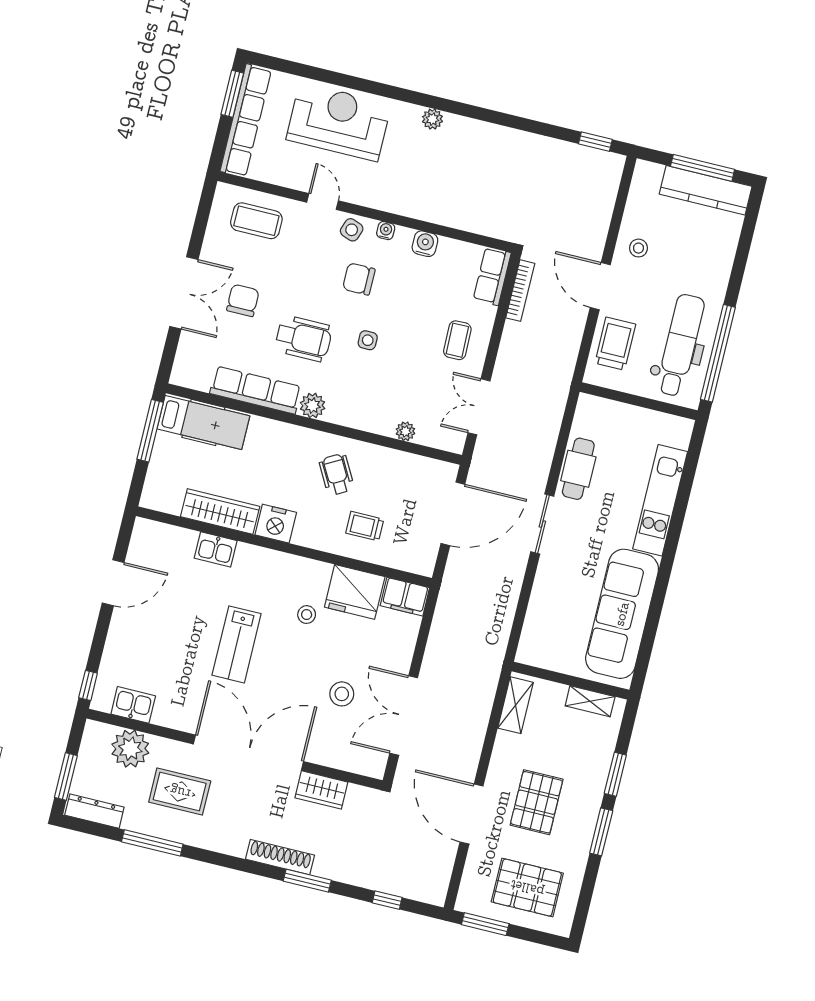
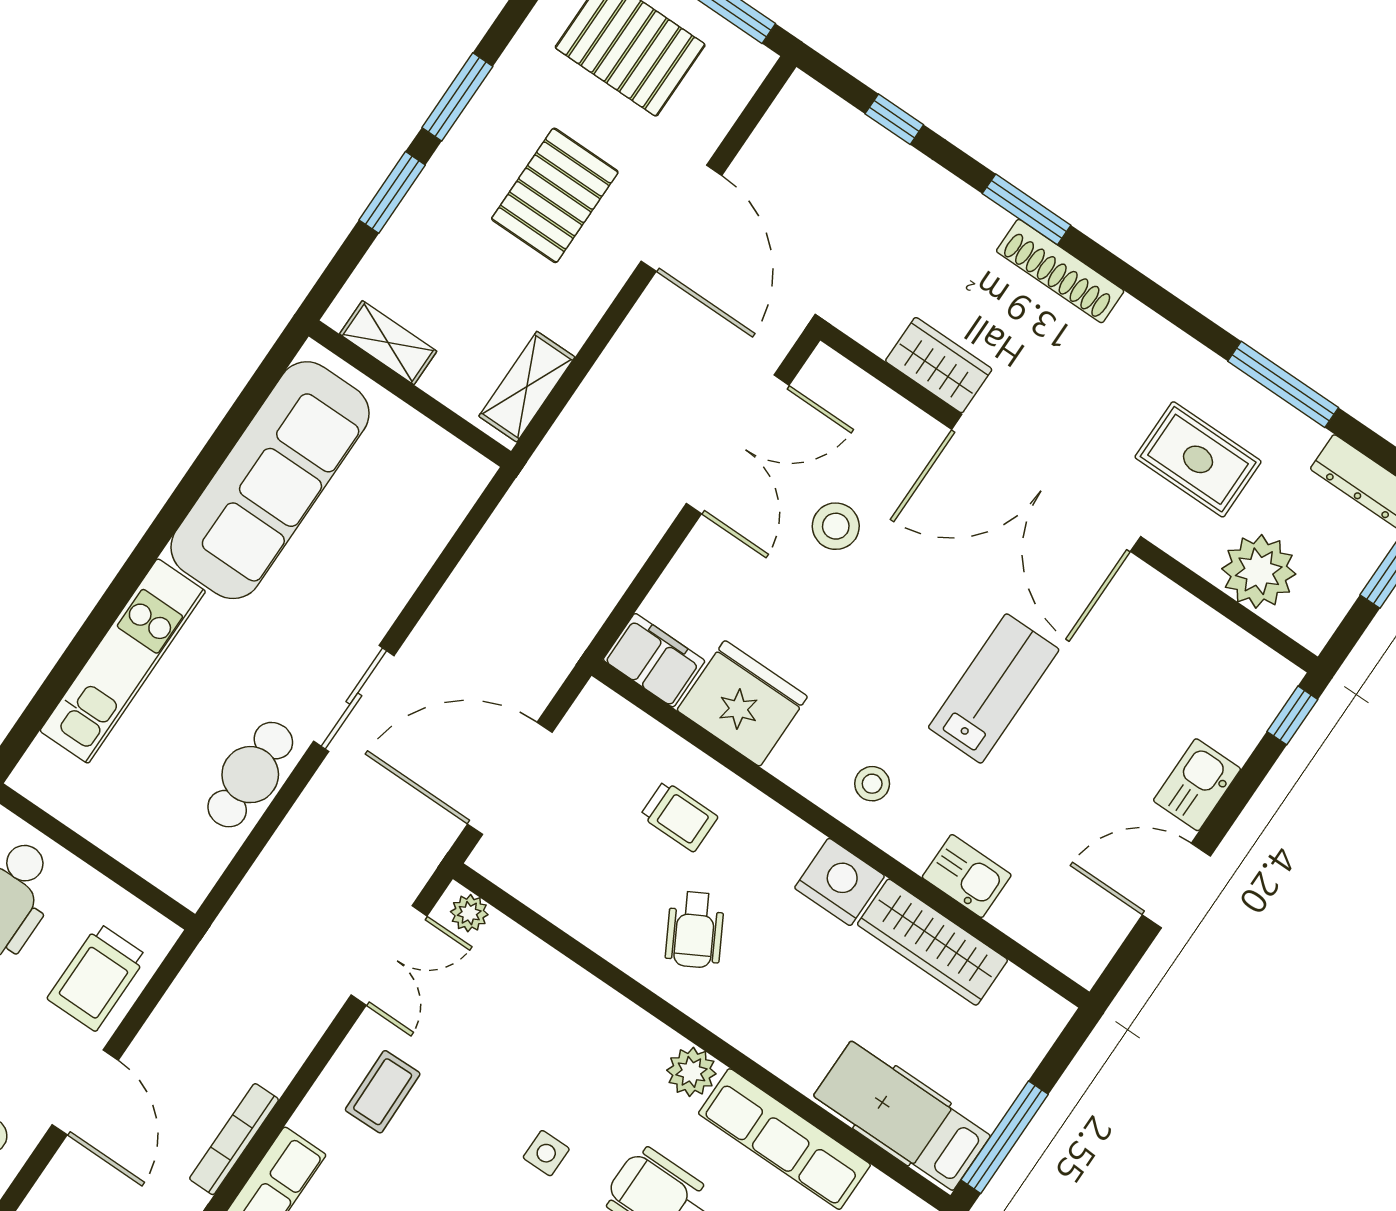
plant: (405, 431) -> (469, 913), moved
stool: (307, 615) -> (872, 784), moved
kitchen sink: (133, 705) -> (1197, 785), moved, turned 90

